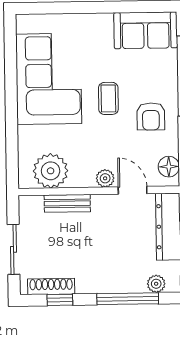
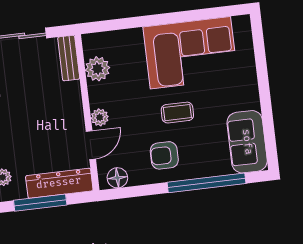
plant: (51, 171) -> (98, 69), width x0.73, depth x0.73
bench: (67, 203) -> (69, 58), moved

